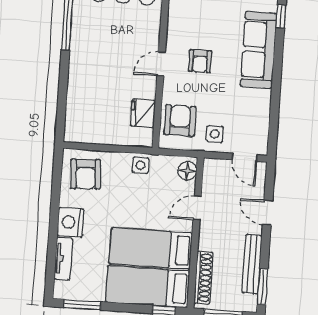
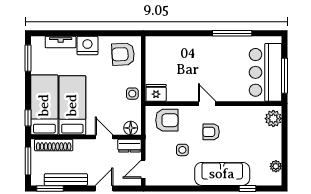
fridge: (143, 113) -> (156, 93), moved
side table: (215, 134) -> (182, 150), moved
dresser: (211, 174) -> (129, 146), added

